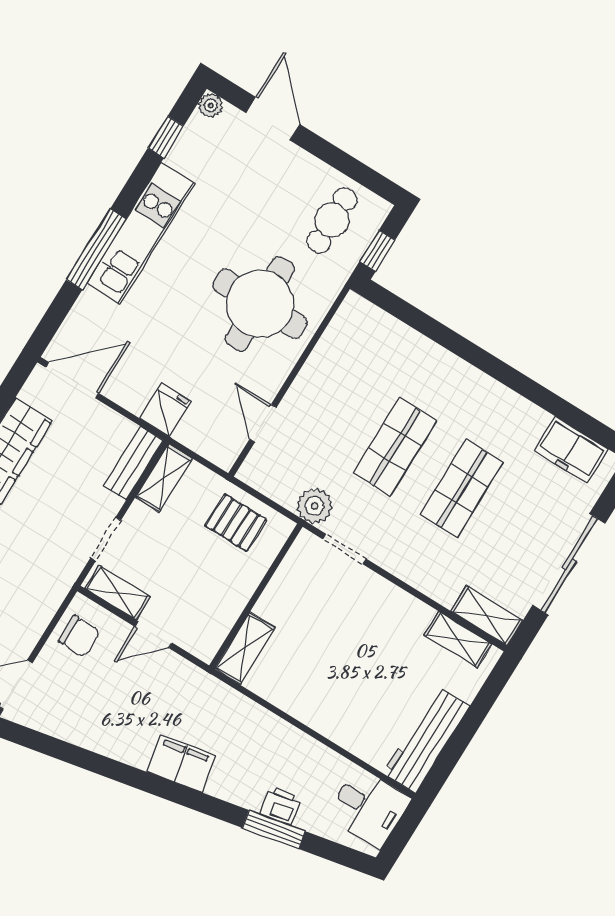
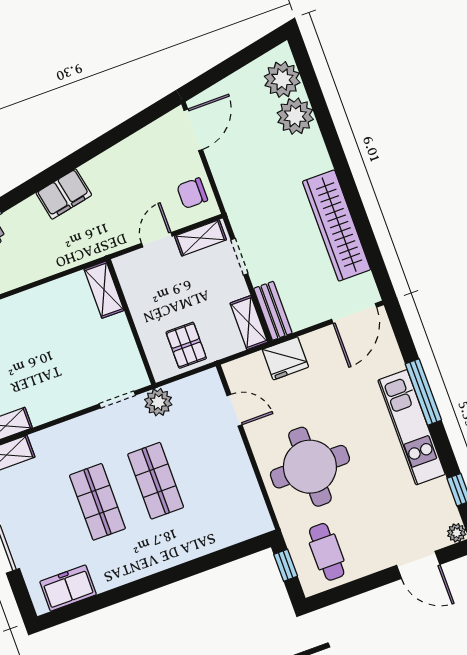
fridge: (165, 410) -> (285, 358), width x1.38
pallet: (236, 523) -> (186, 345), turned 90

